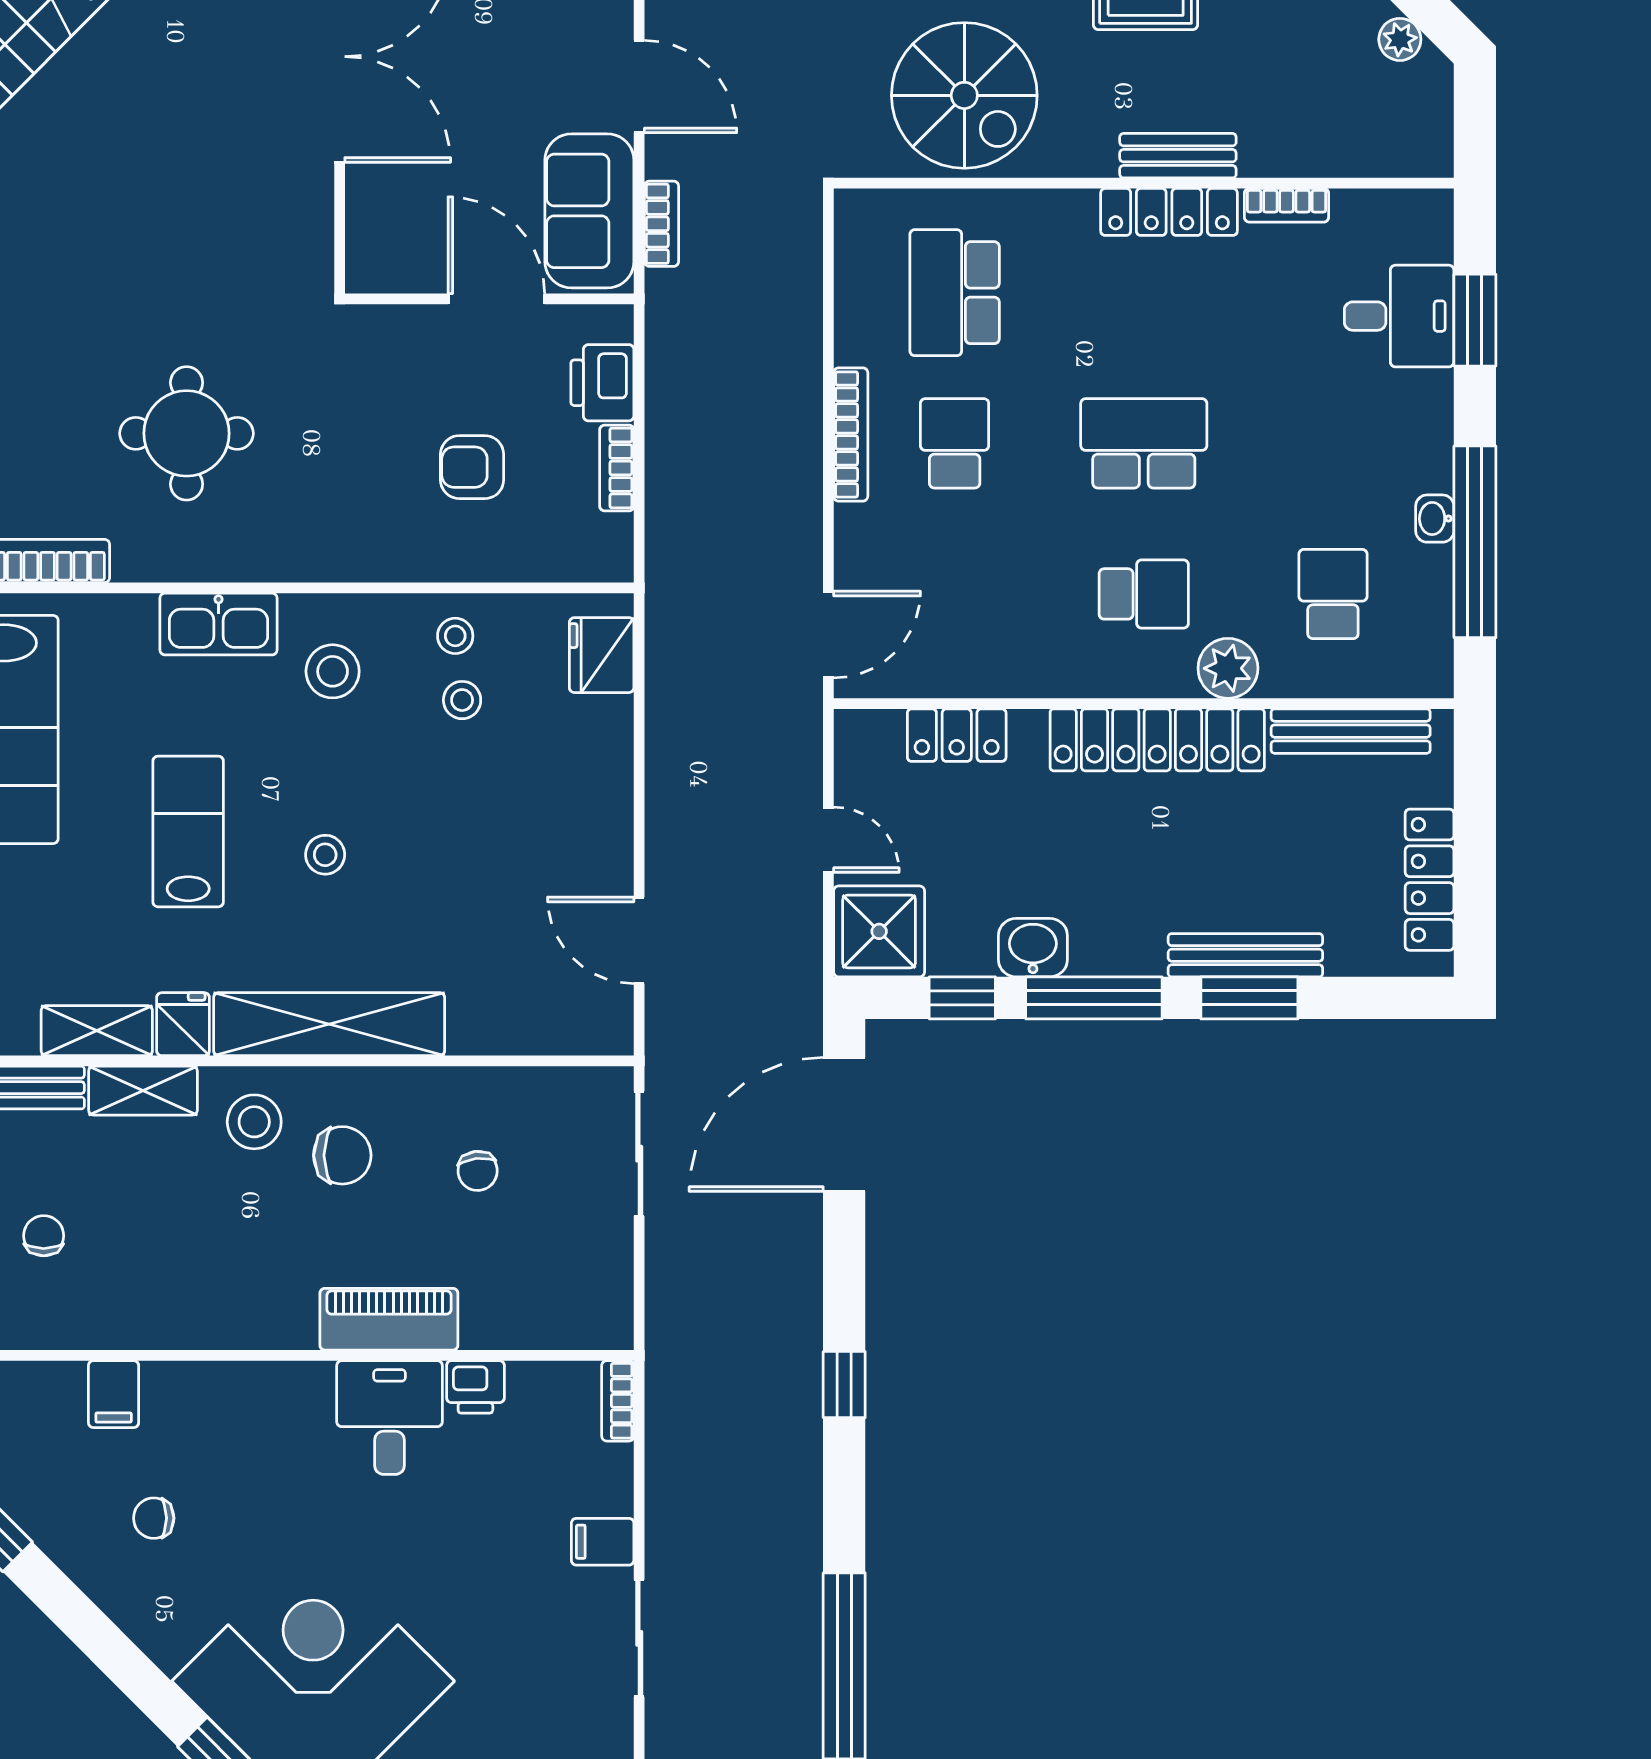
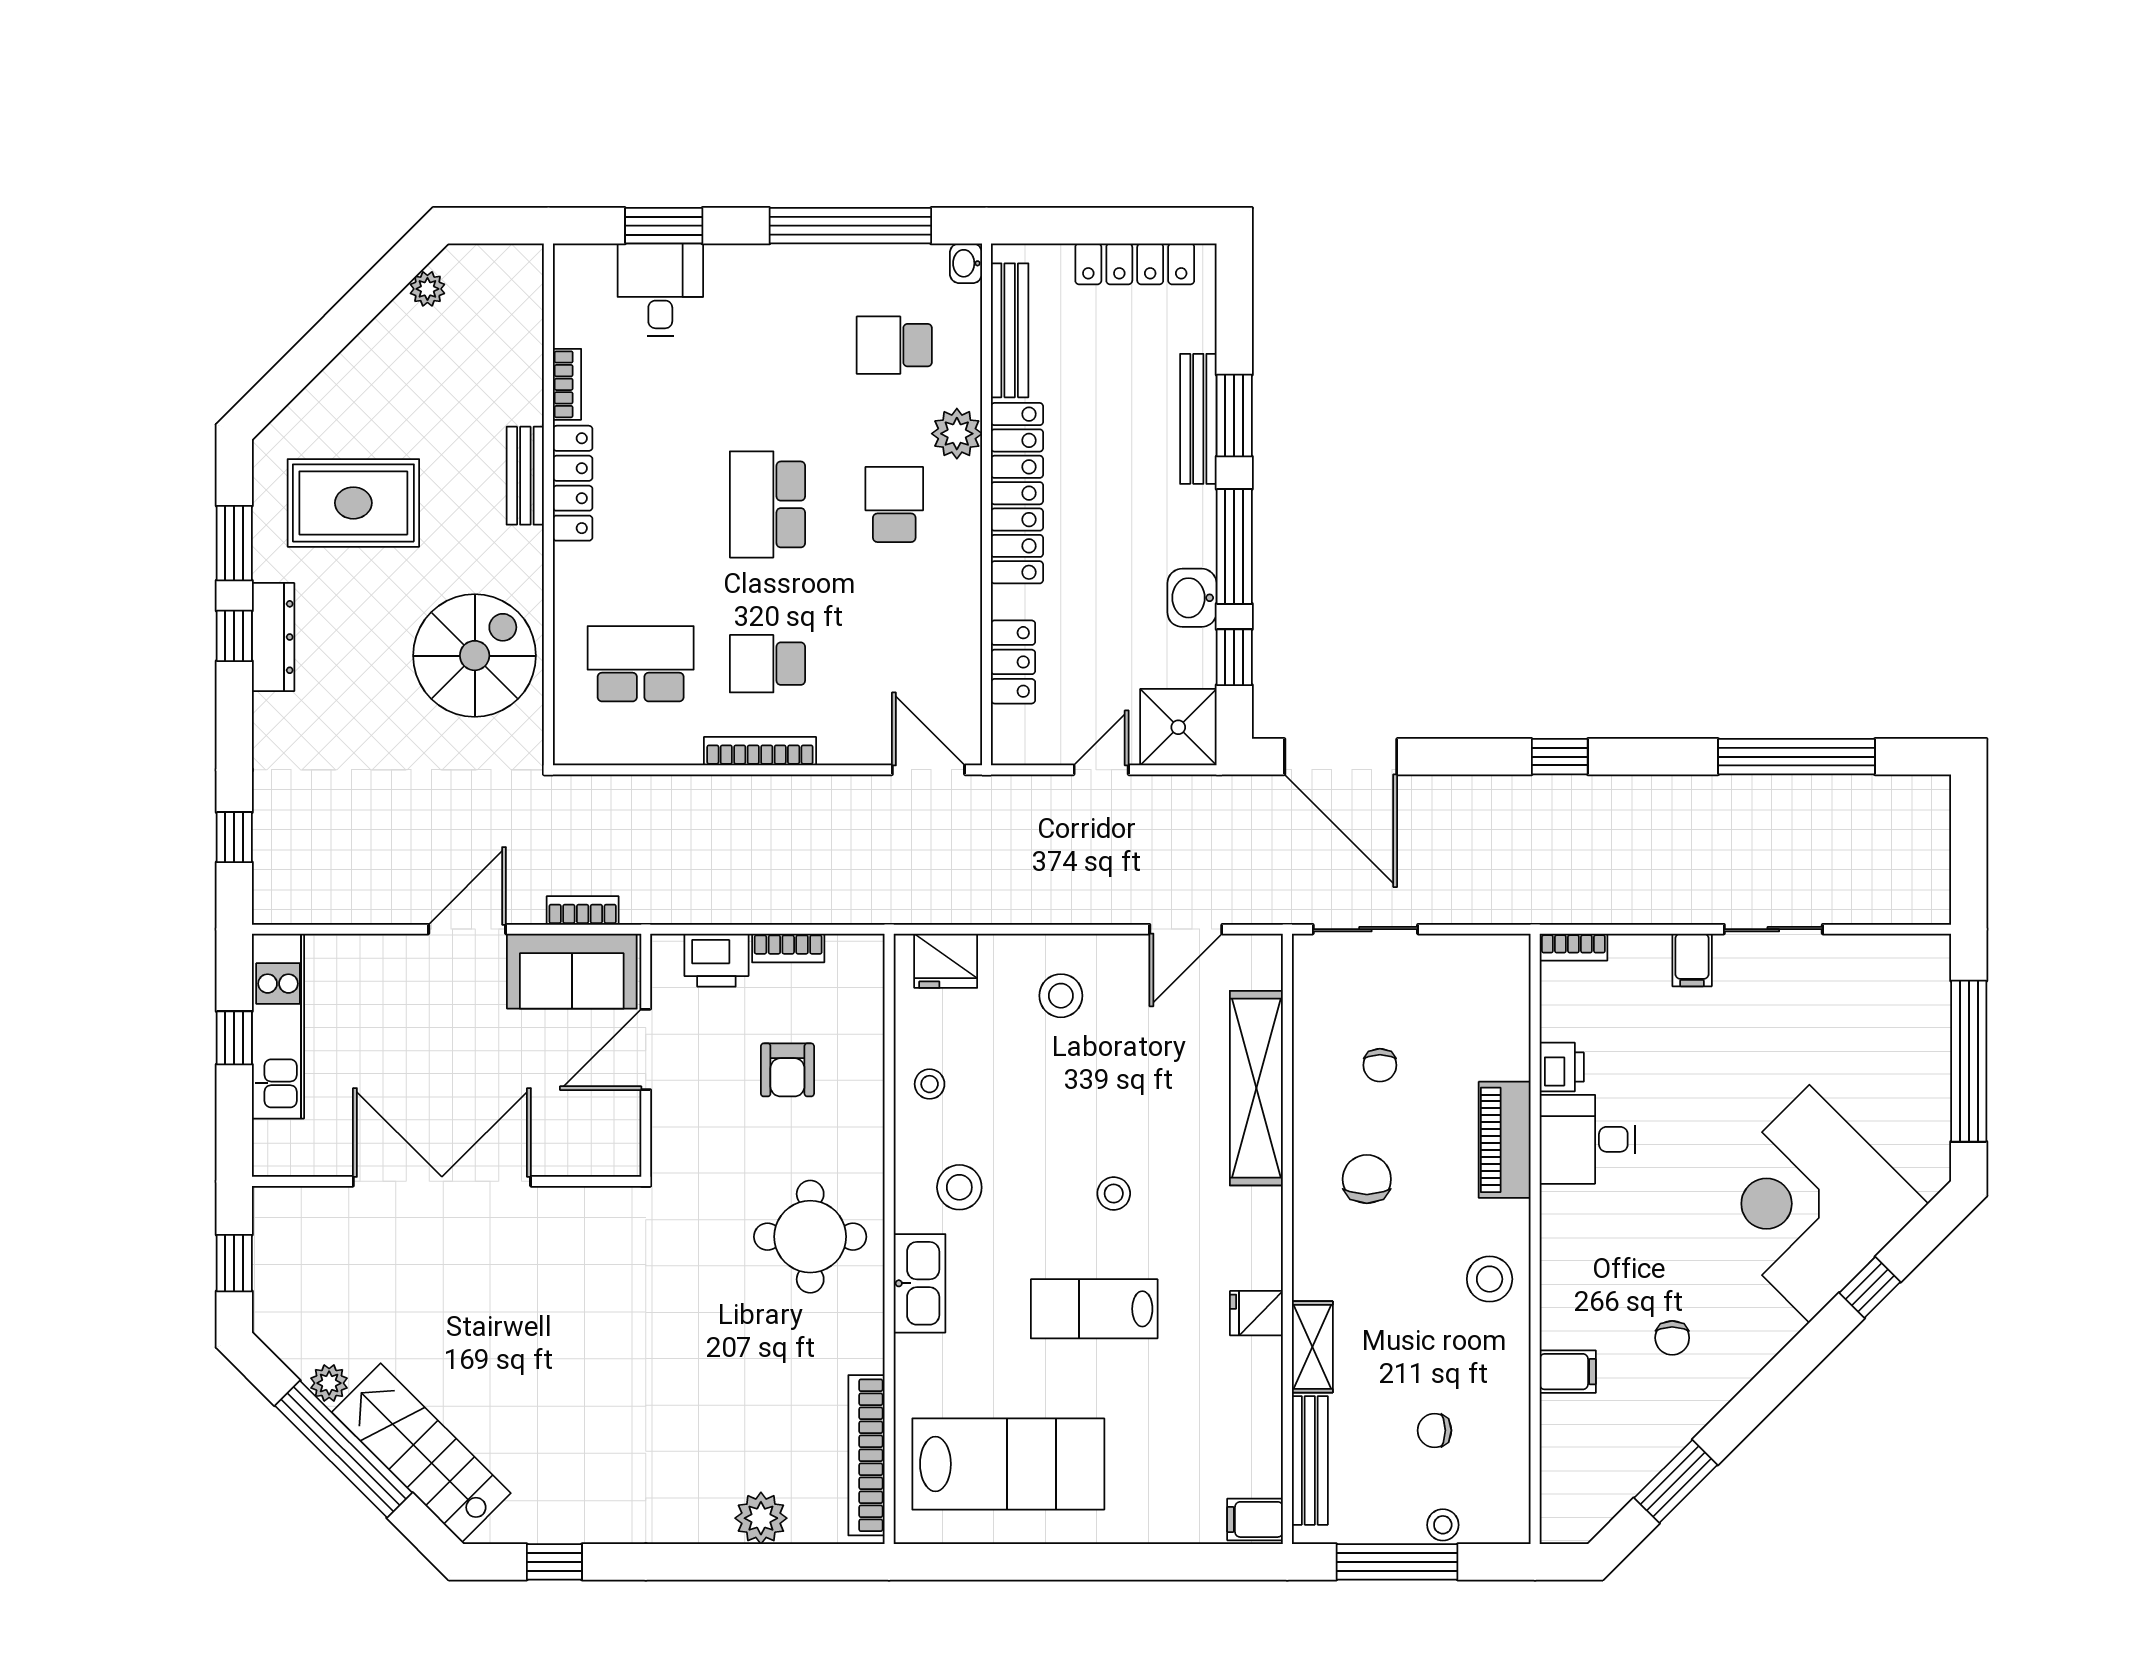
school desk: (955, 293) -> (641, 664), turned 180
round table: (187, 433) -> (810, 1237), moved
washbasin: (1435, 519) -> (966, 263), moved, turned 90
stool: (462, 700) -> (1061, 996), moved, width x1.37, depth x1.37
shelving: (329, 1024) -> (1256, 1088), moved
shelving: (97, 1031) -> (1262, 1386), removed
stool: (254, 1122) -> (1490, 1279), moved
chair: (478, 1171) -> (1380, 1065), turned 97

